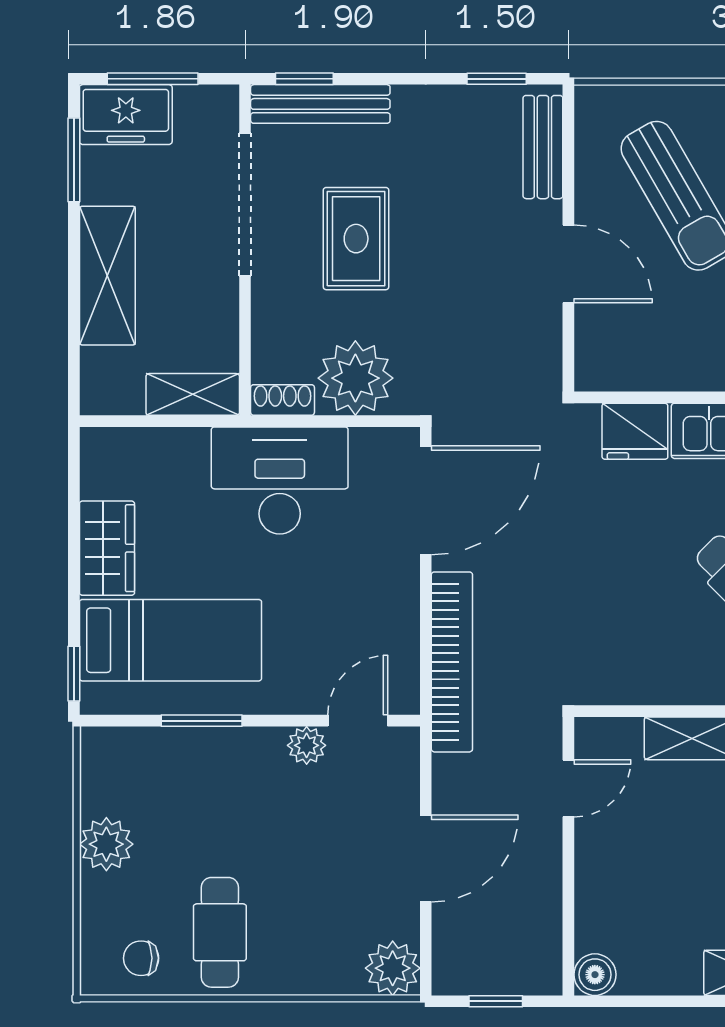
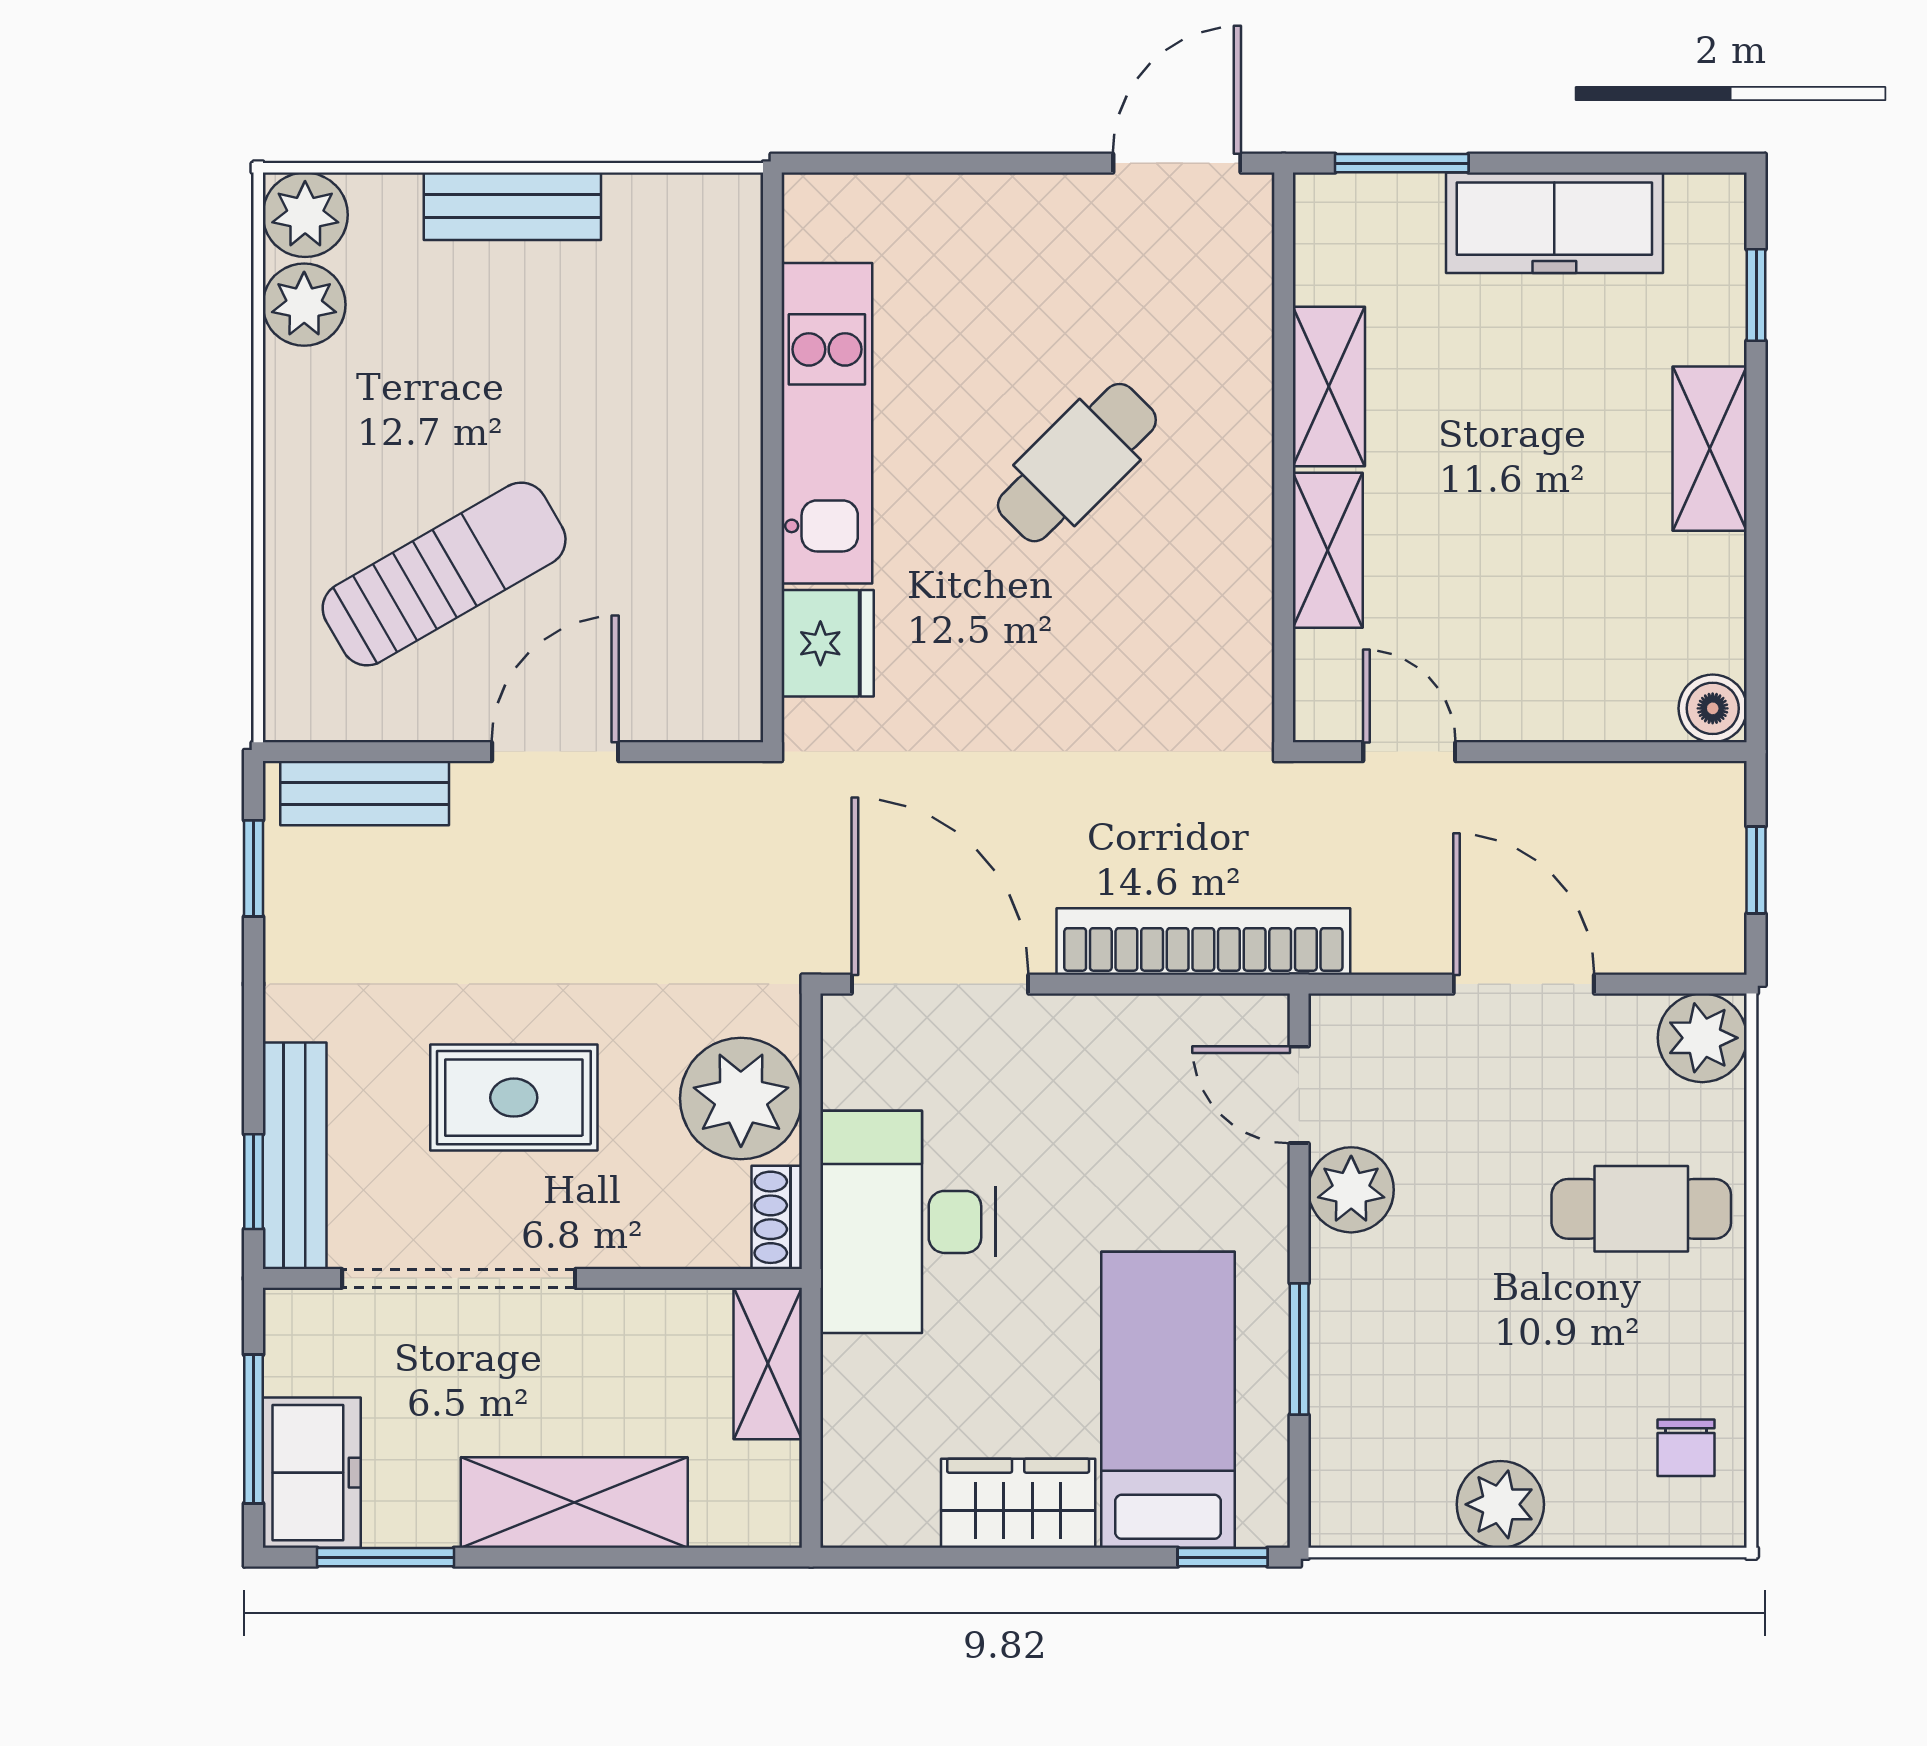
plant: (307, 745) -> (1351, 1190), width x1.38, depth x1.38
cafe table: (220, 932) -> (1641, 1209), moved

